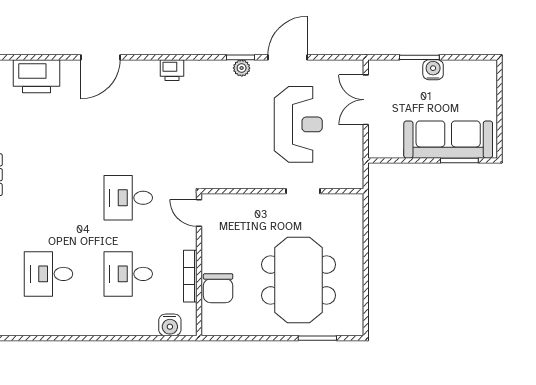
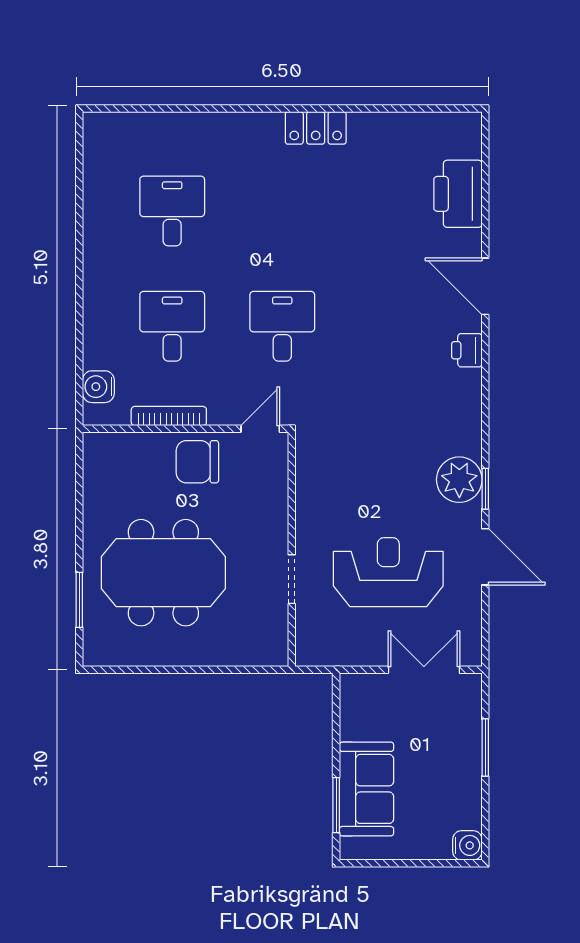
plant: (242, 68) -> (459, 480), width x1.88, depth x1.88
printer: (172, 70) -> (467, 350), moved
water cooler: (433, 70) -> (467, 845), moved
reception desk: (298, 124) -> (388, 572), turned 180
sofa: (448, 140) -> (366, 789), width x0.73
chair: (218, 288) -> (197, 462), moved

